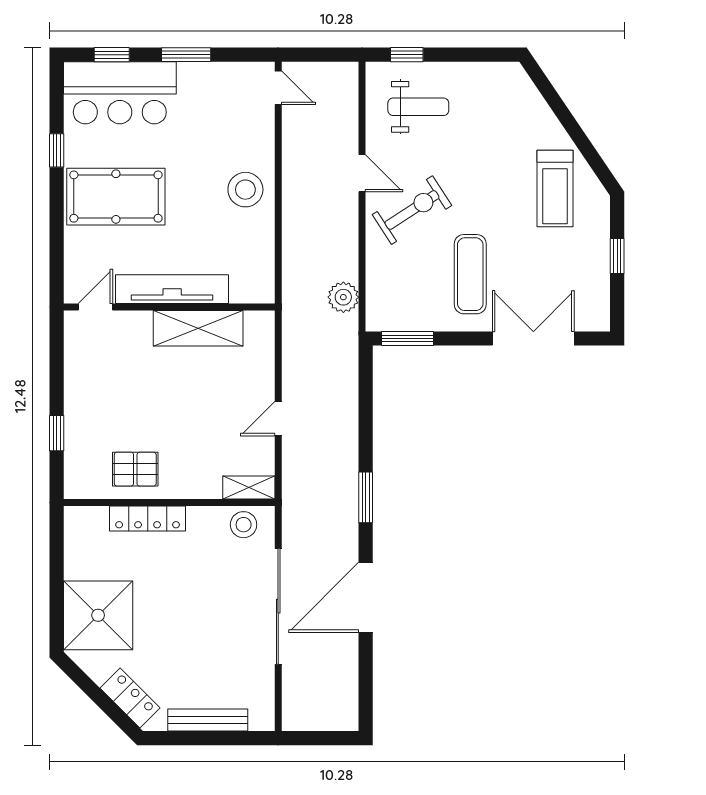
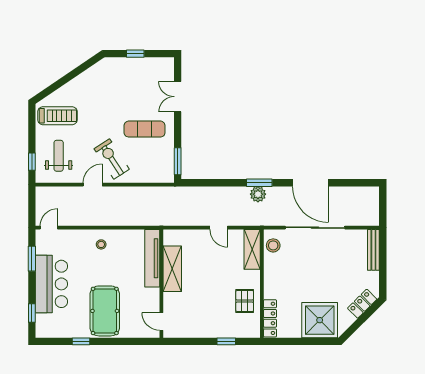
window: (186, 55) -> (32, 259), moved
bar counter: (120, 93) -> (51, 284), moved
treadmill: (555, 189) -> (58, 116), moved
stool: (245, 190) -> (101, 244), width x0.53, depth x0.53
tv unit: (172, 289) -> (152, 258), moved
plant: (343, 297) -> (258, 194), moved
double door: (533, 338) -> (178, 97), width x0.73
shelving: (249, 488) -> (252, 249), width x1.50, depth x1.33
locker: (148, 518) -> (270, 318), moved
bench: (208, 720) -> (373, 250), moved

